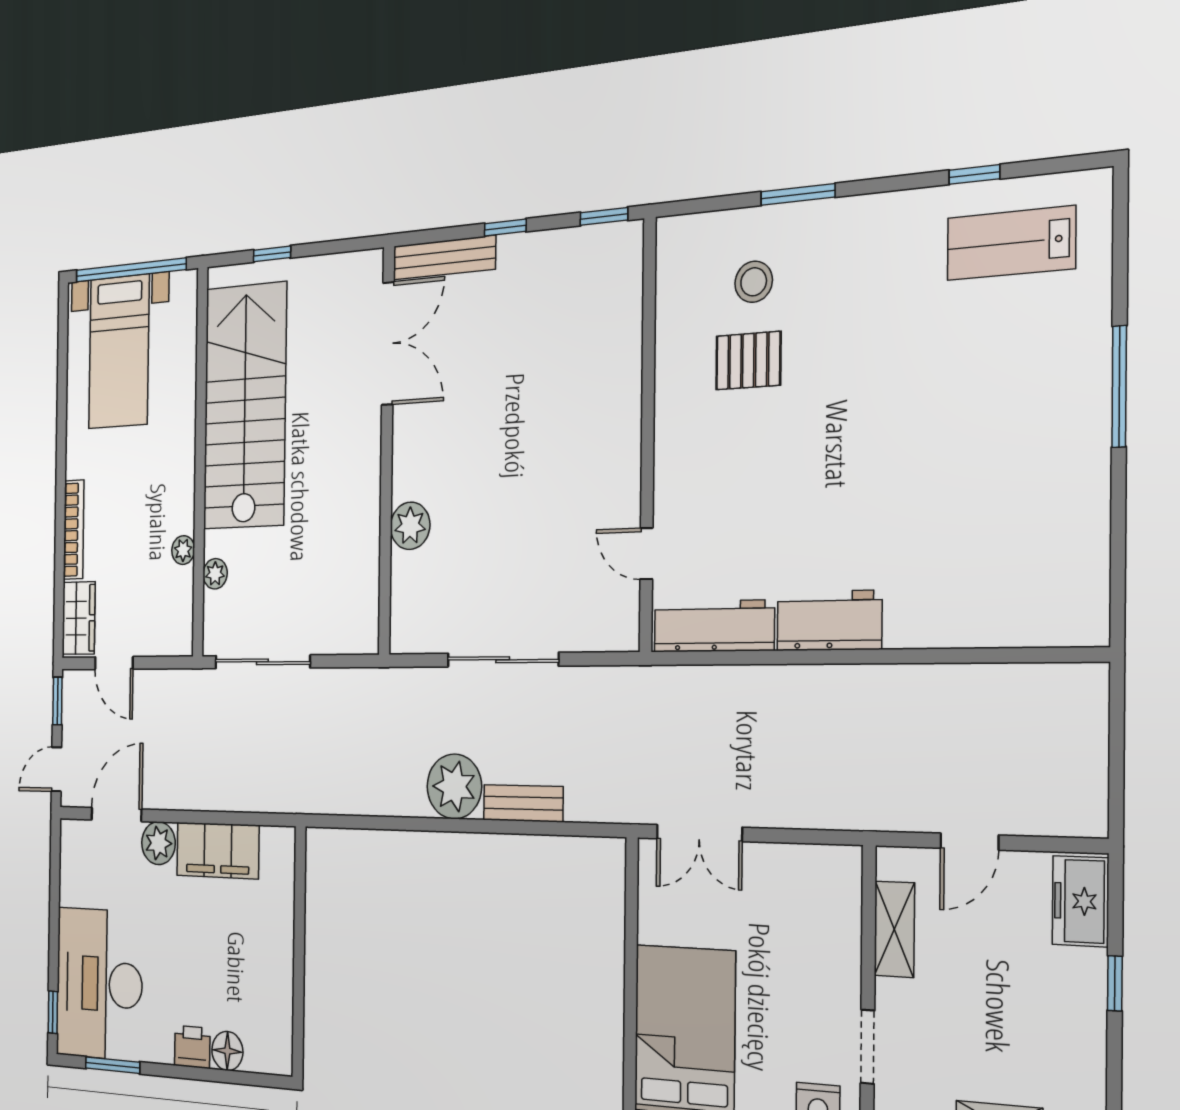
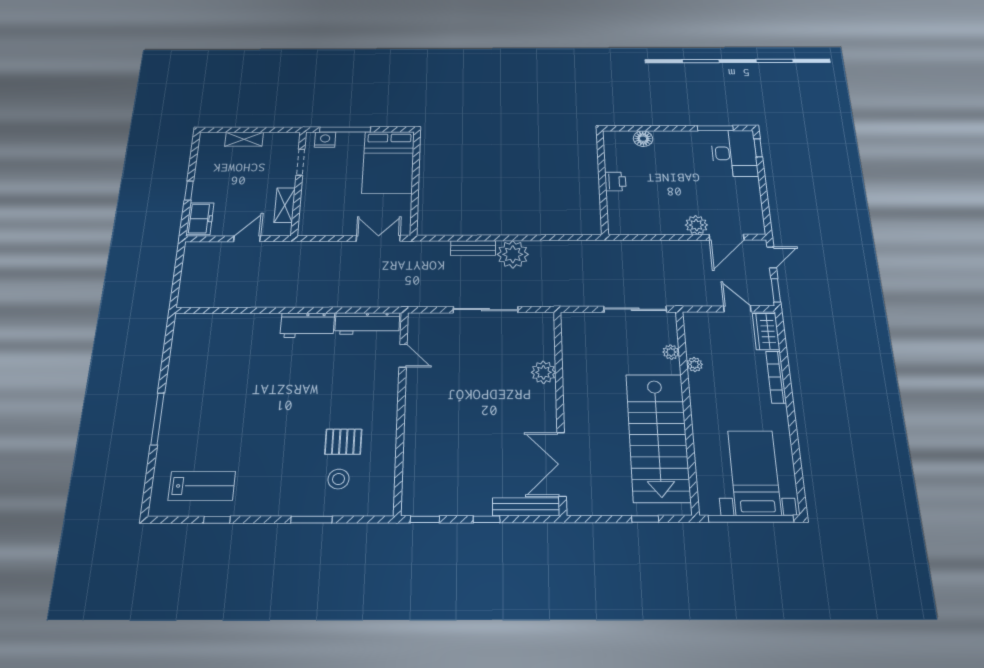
filing cabinet: (218, 850) -> (657, 223), removed
desk: (99, 984) -> (734, 153), width x0.73, depth x0.77
printer: (192, 1047) -> (615, 181), moved, turned -90

